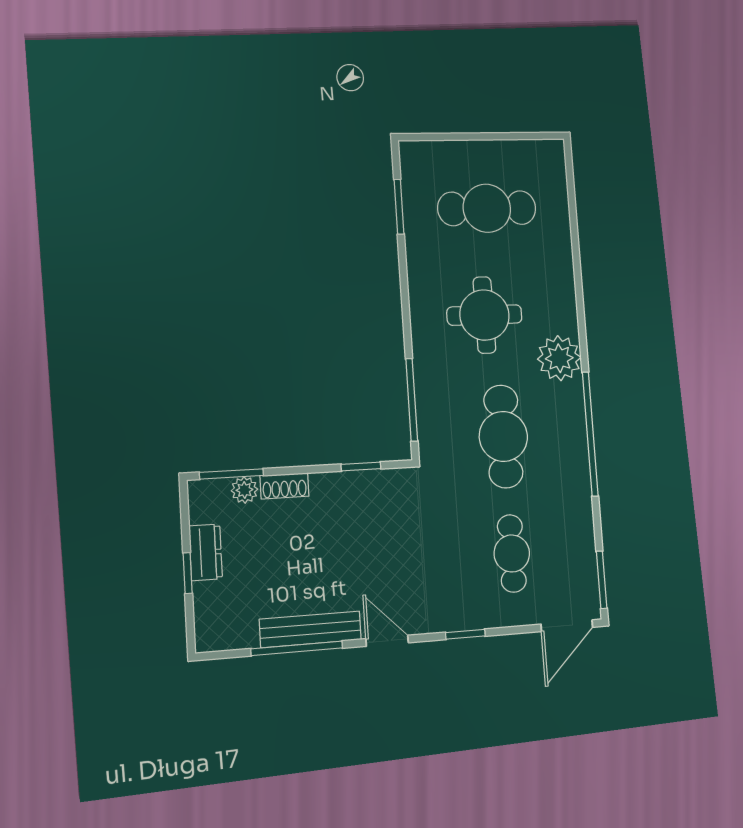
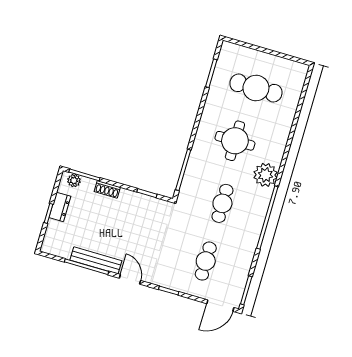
cafe table: (503, 436) -> (222, 203), width x0.73, depth x0.74
plant: (244, 490) -> (74, 181), moved

